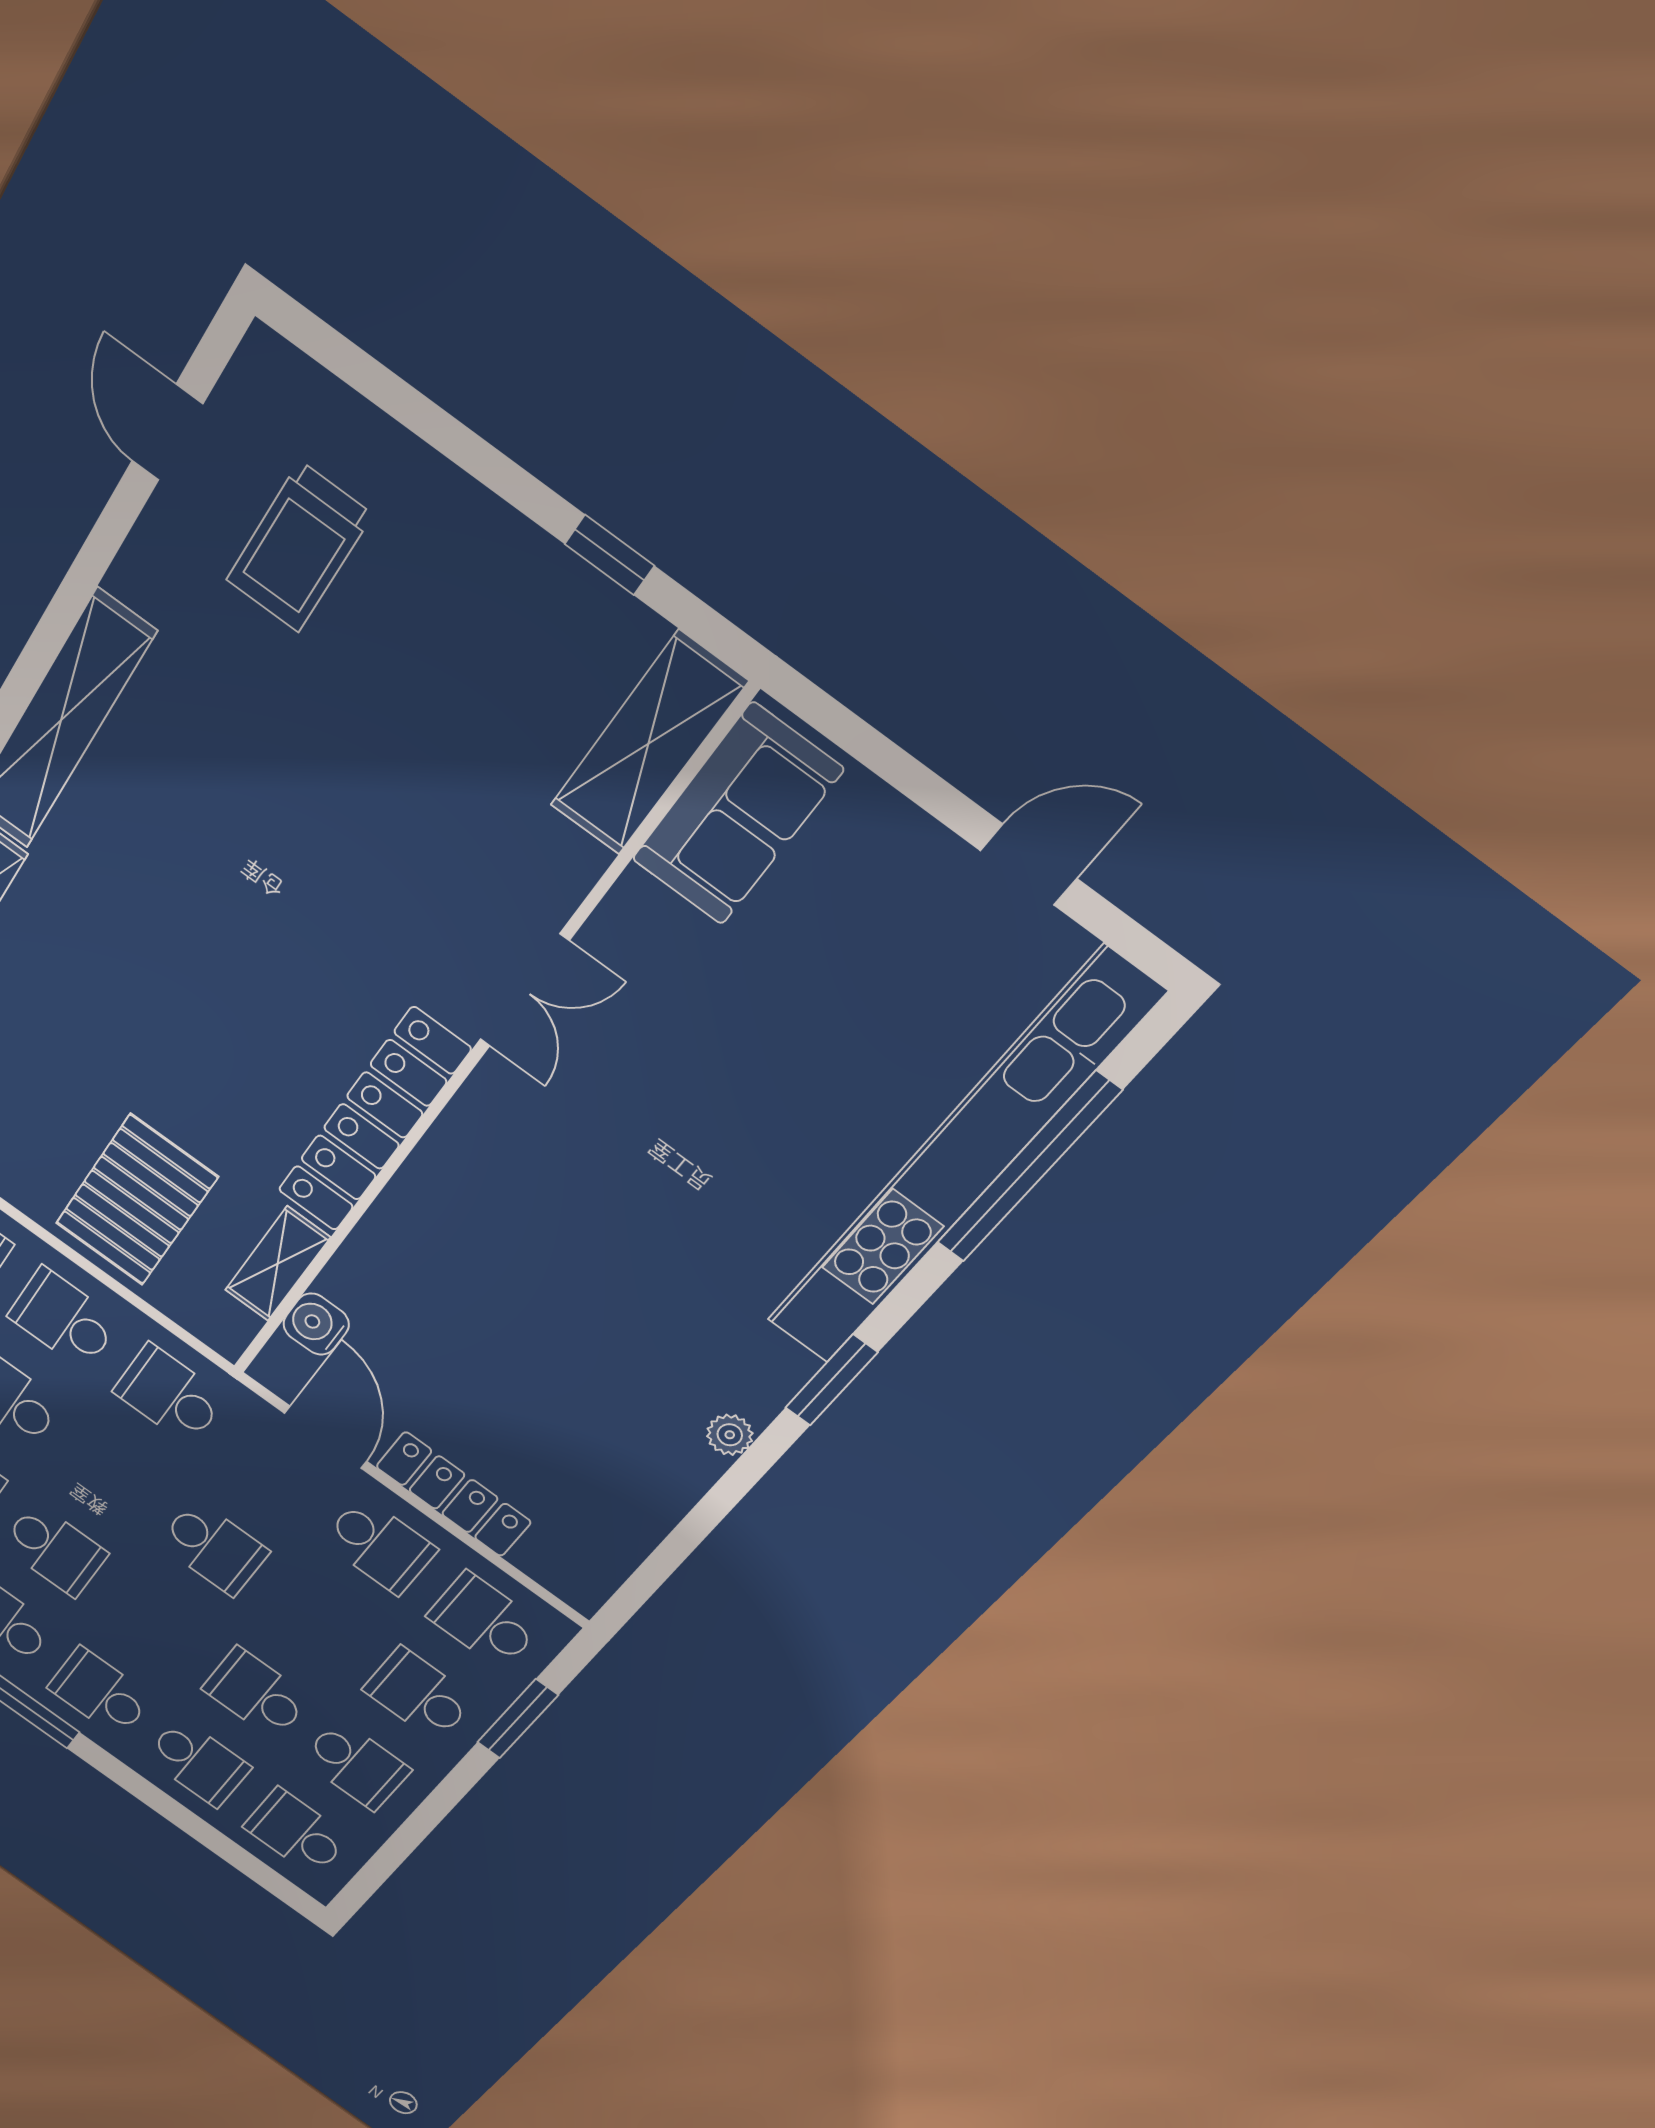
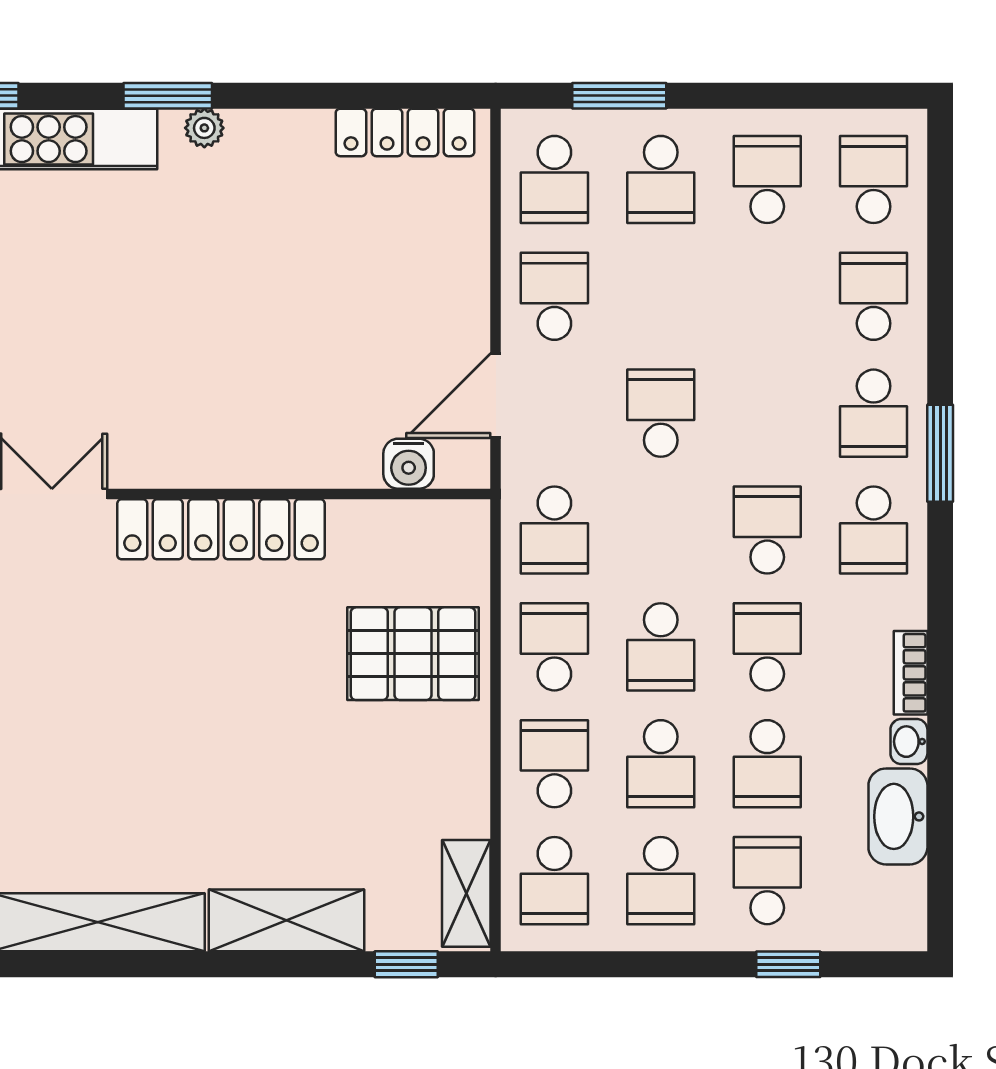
shelving: (277, 1264) -> (383, 522), removed
school desk: (64, 1319) -> (554, 647), turned 180
plant: (730, 1435) -> (204, 128), moved
locker: (453, 1494) -> (405, 132), moved, turned -90
school desk: (256, 1693) -> (767, 296), removed
school desk: (296, 1832) -> (874, 179), turned 180

